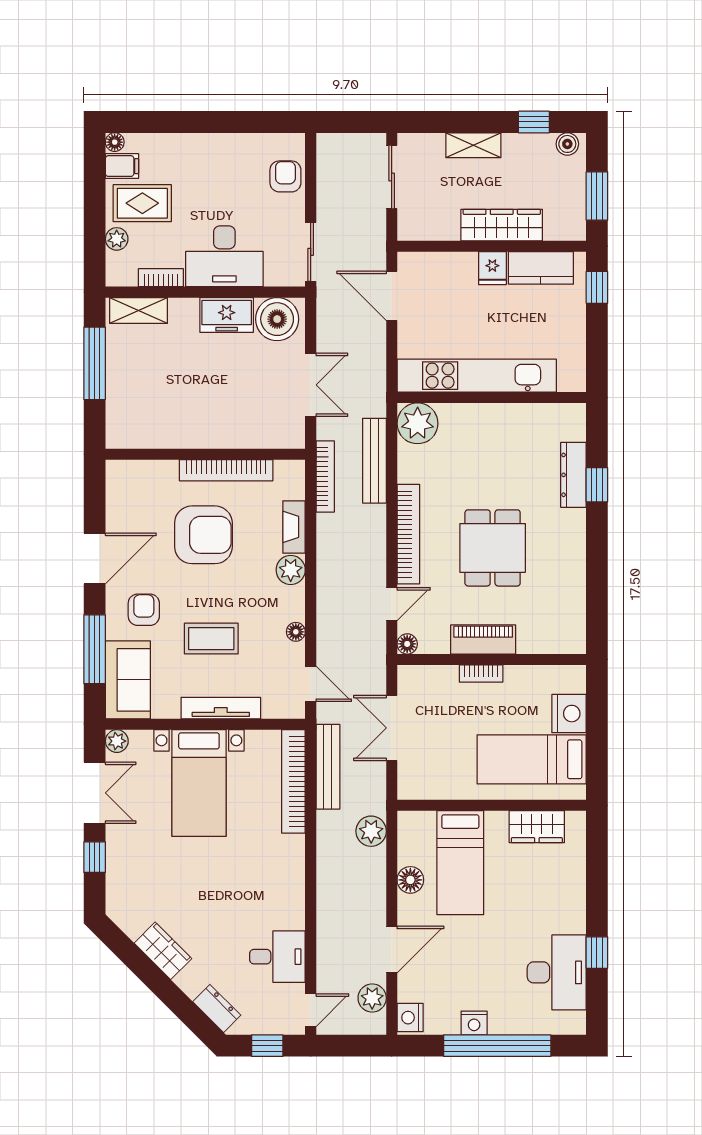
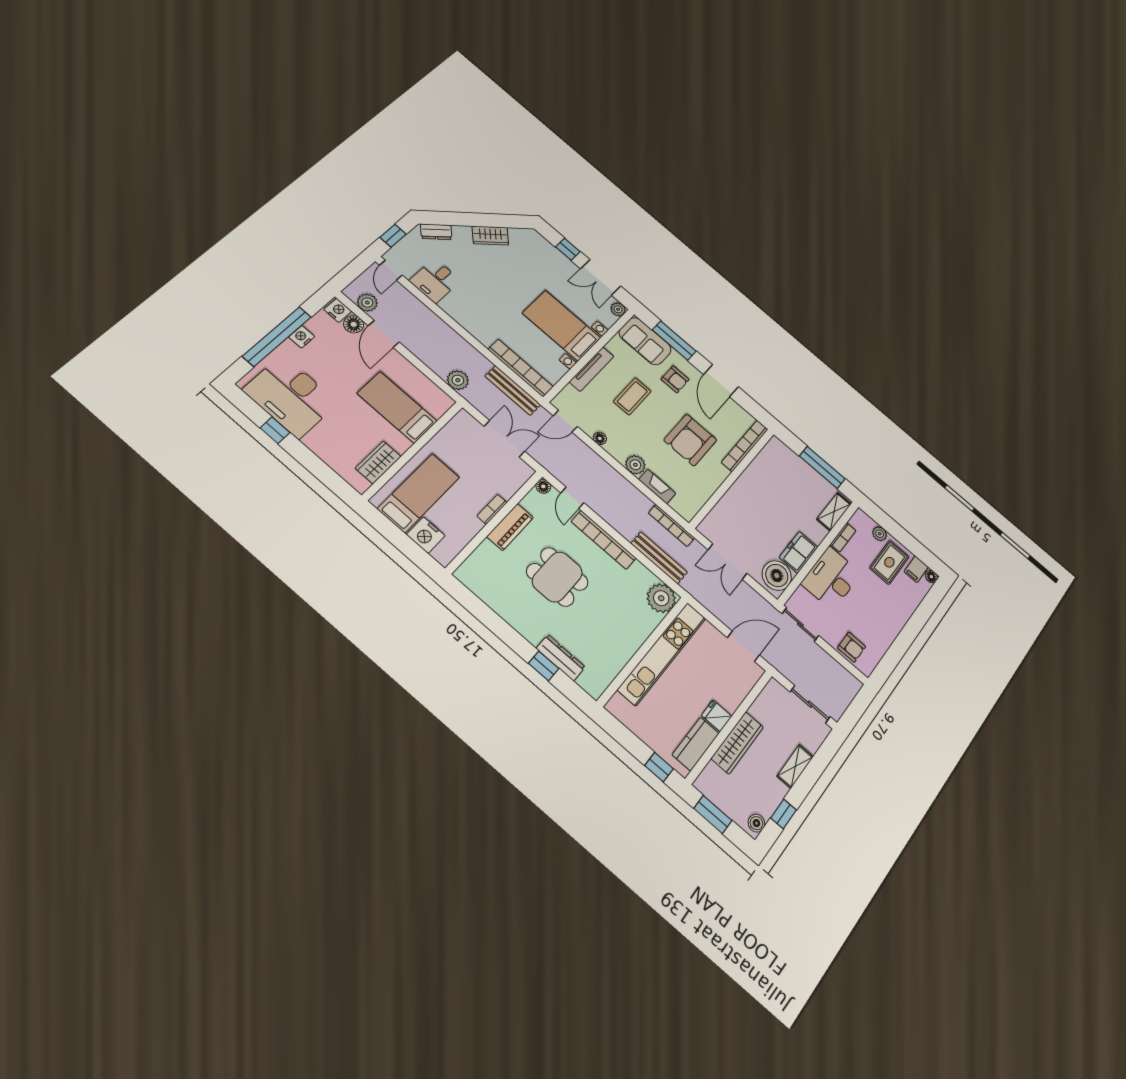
bookcase: (226, 470) -> (745, 446), moved
floor lamp: (410, 880) -> (354, 324), moved
desk: (557, 972) -> (290, 396), width x1.36, depth x1.30

